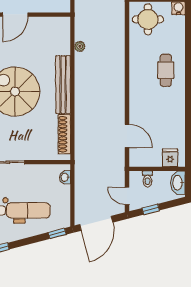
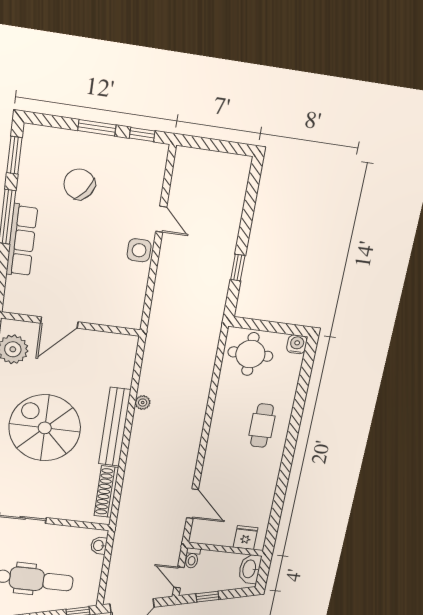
plant: (80, 46) -> (143, 403), moved
toilet: (147, 179) -> (192, 558), moved

